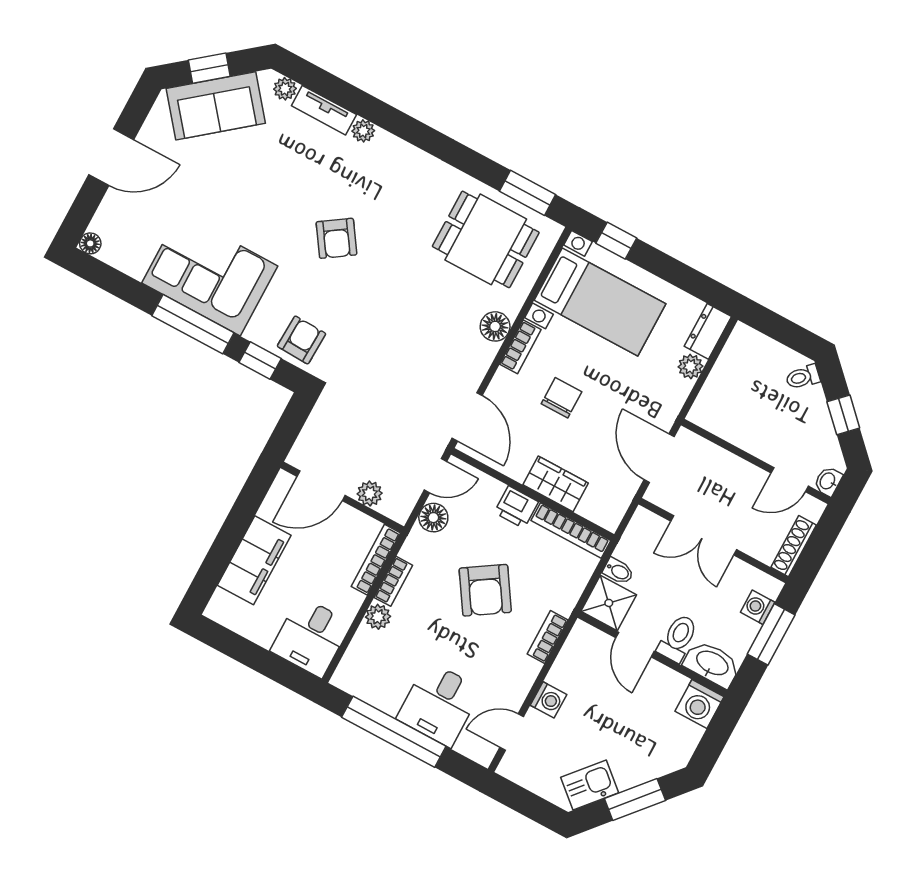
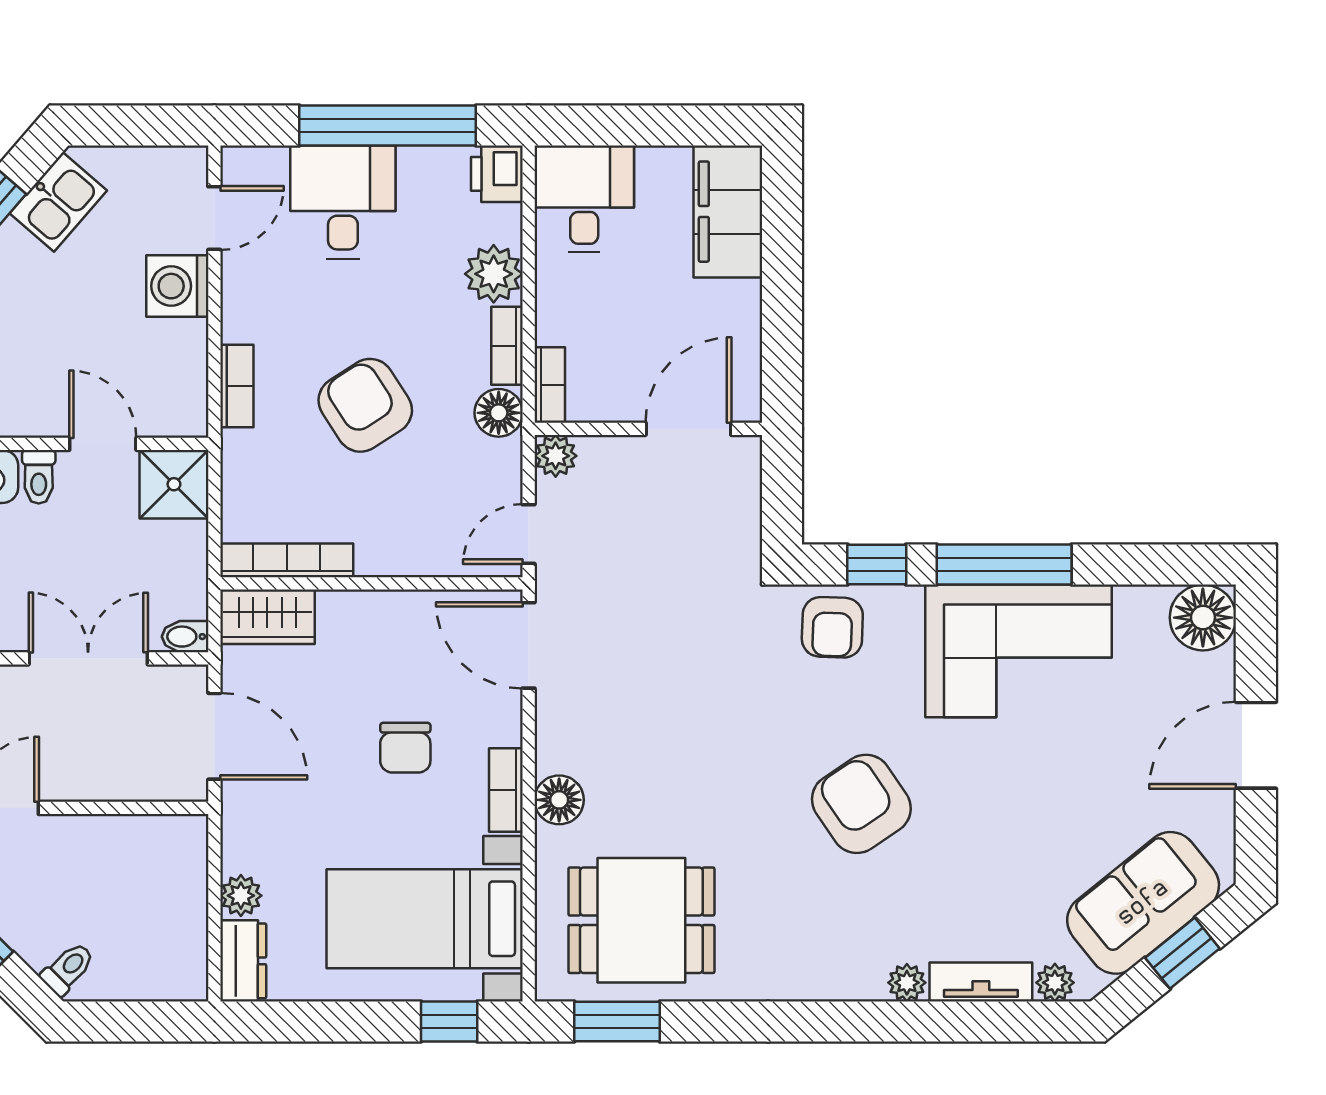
armchair: (336, 238) -> (861, 804), width x1.38, depth x1.38
floor lamp: (90, 243) -> (1203, 618), width x1.89, depth x1.89
wardrobe: (556, 484) -> (267, 617), moved
plant: (370, 494) -> (556, 456), moved
printer: (516, 507) -> (497, 174), moved, turned -90
floor lamp: (433, 518) -> (499, 413), moved
filing cabinet: (254, 560) -> (728, 212), moved
bookcase: (376, 560) -> (550, 385), width x0.64
bidet: (618, 571) -> (185, 637), moved
plant: (378, 617) -> (494, 274), width x1.38, depth x1.38
toilet: (678, 638) -> (39, 477), width x0.73, depth x0.72
washing machine: (549, 700) -> (177, 286), width x1.38, depth x1.38

